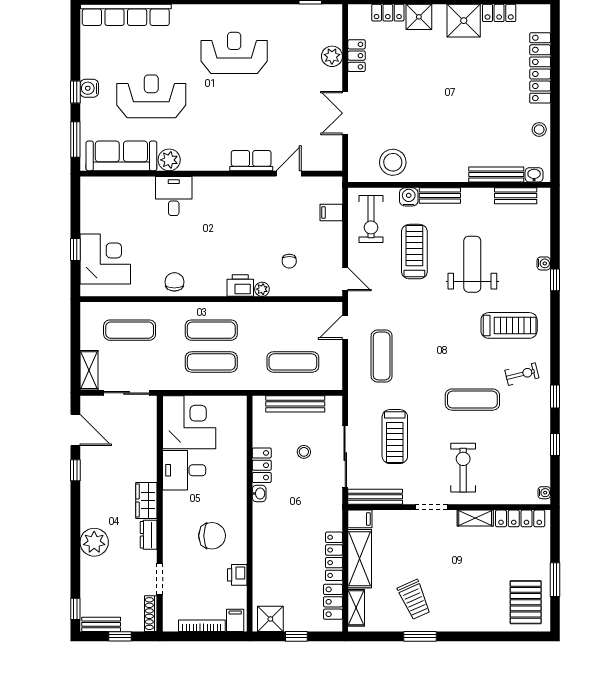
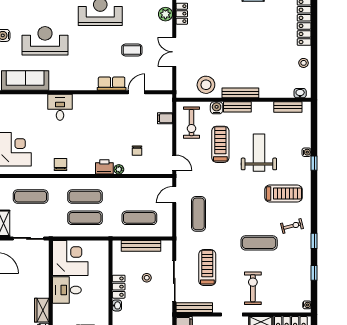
coffee table: (282, 110) -> (132, 50), added
plant: (169, 160) -> (57, 83), removed
bench: (496, 174) -> (240, 93), moved
treadmill: (395, 437) -> (207, 268), turned 180

